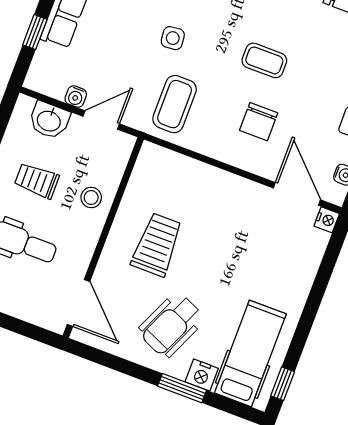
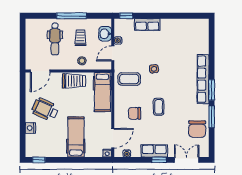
window: (35, 32) -> (126, 16), moved
door: (101, 120) -> (113, 53), swing flipped
hospital bed: (181, 177) -> (102, 92), added
trolley: (157, 245) -> (74, 81), moved
hospital bed: (250, 353) -> (76, 137), moved, turned -90
window: (182, 388) -> (23, 122), removed

